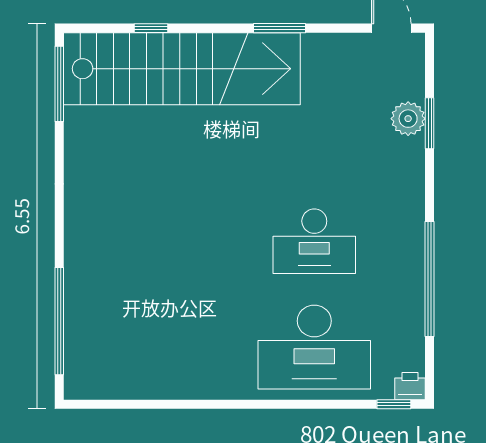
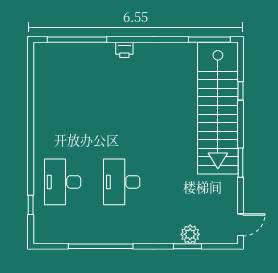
desk: (314, 347) -> (63, 182), width x0.73, depth x0.77
printer: (410, 386) -> (124, 50), moved, turned 90
window: (394, 404) -> (31, 205), moved

